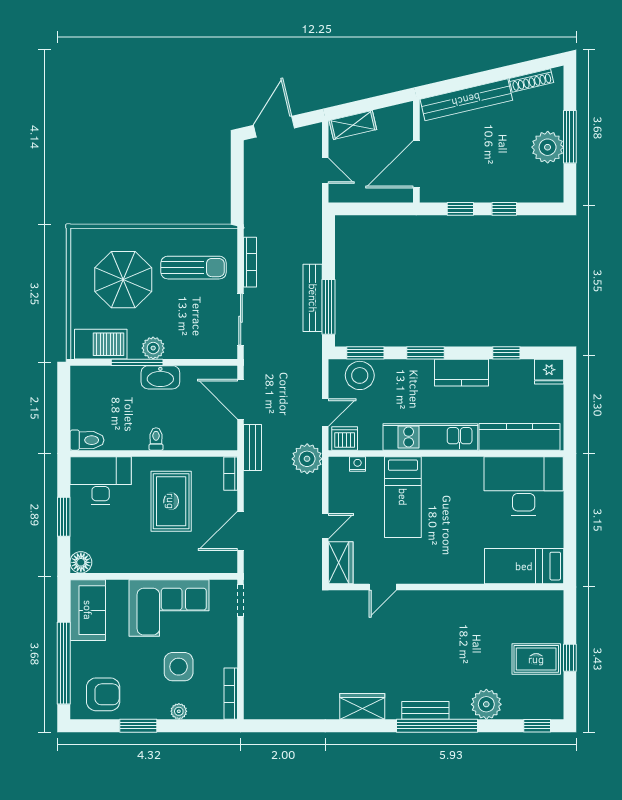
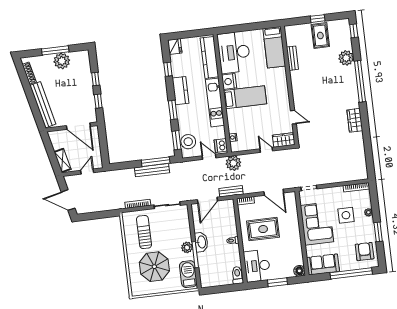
nightstand: (468, 470) -> (229, 81), added
bed: (403, 497) -> (245, 97), moved
bench: (425, 710) -> (292, 58), moved

